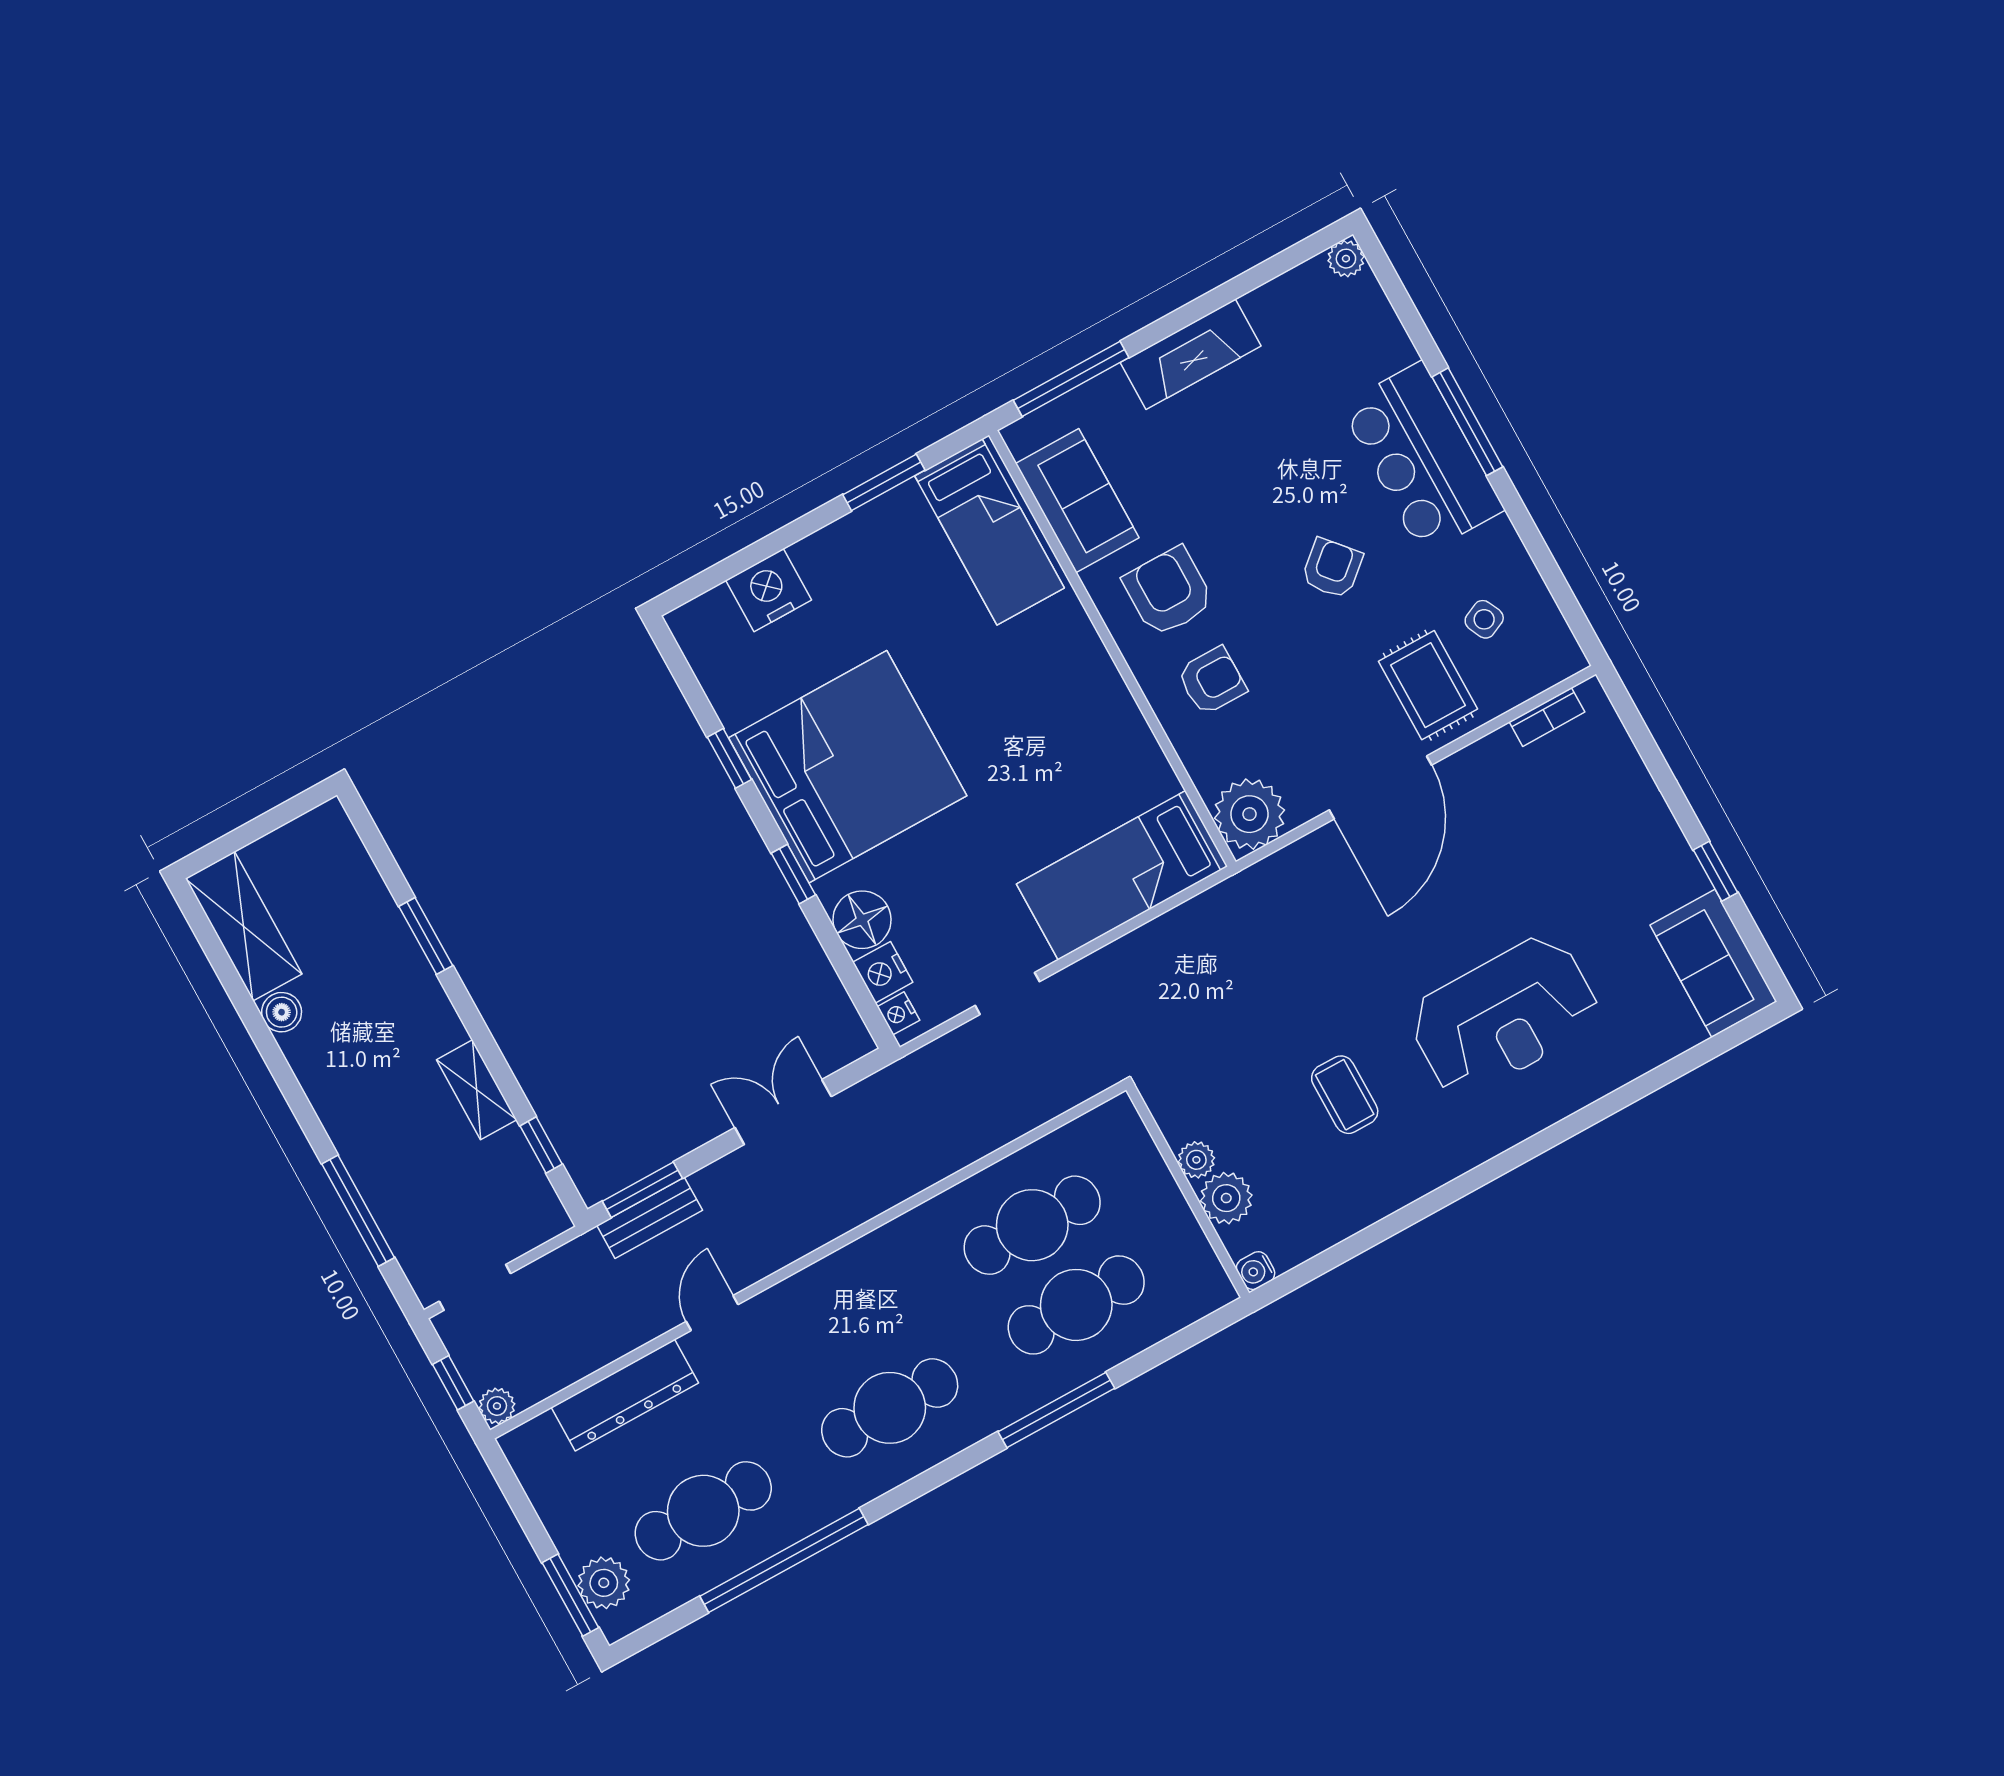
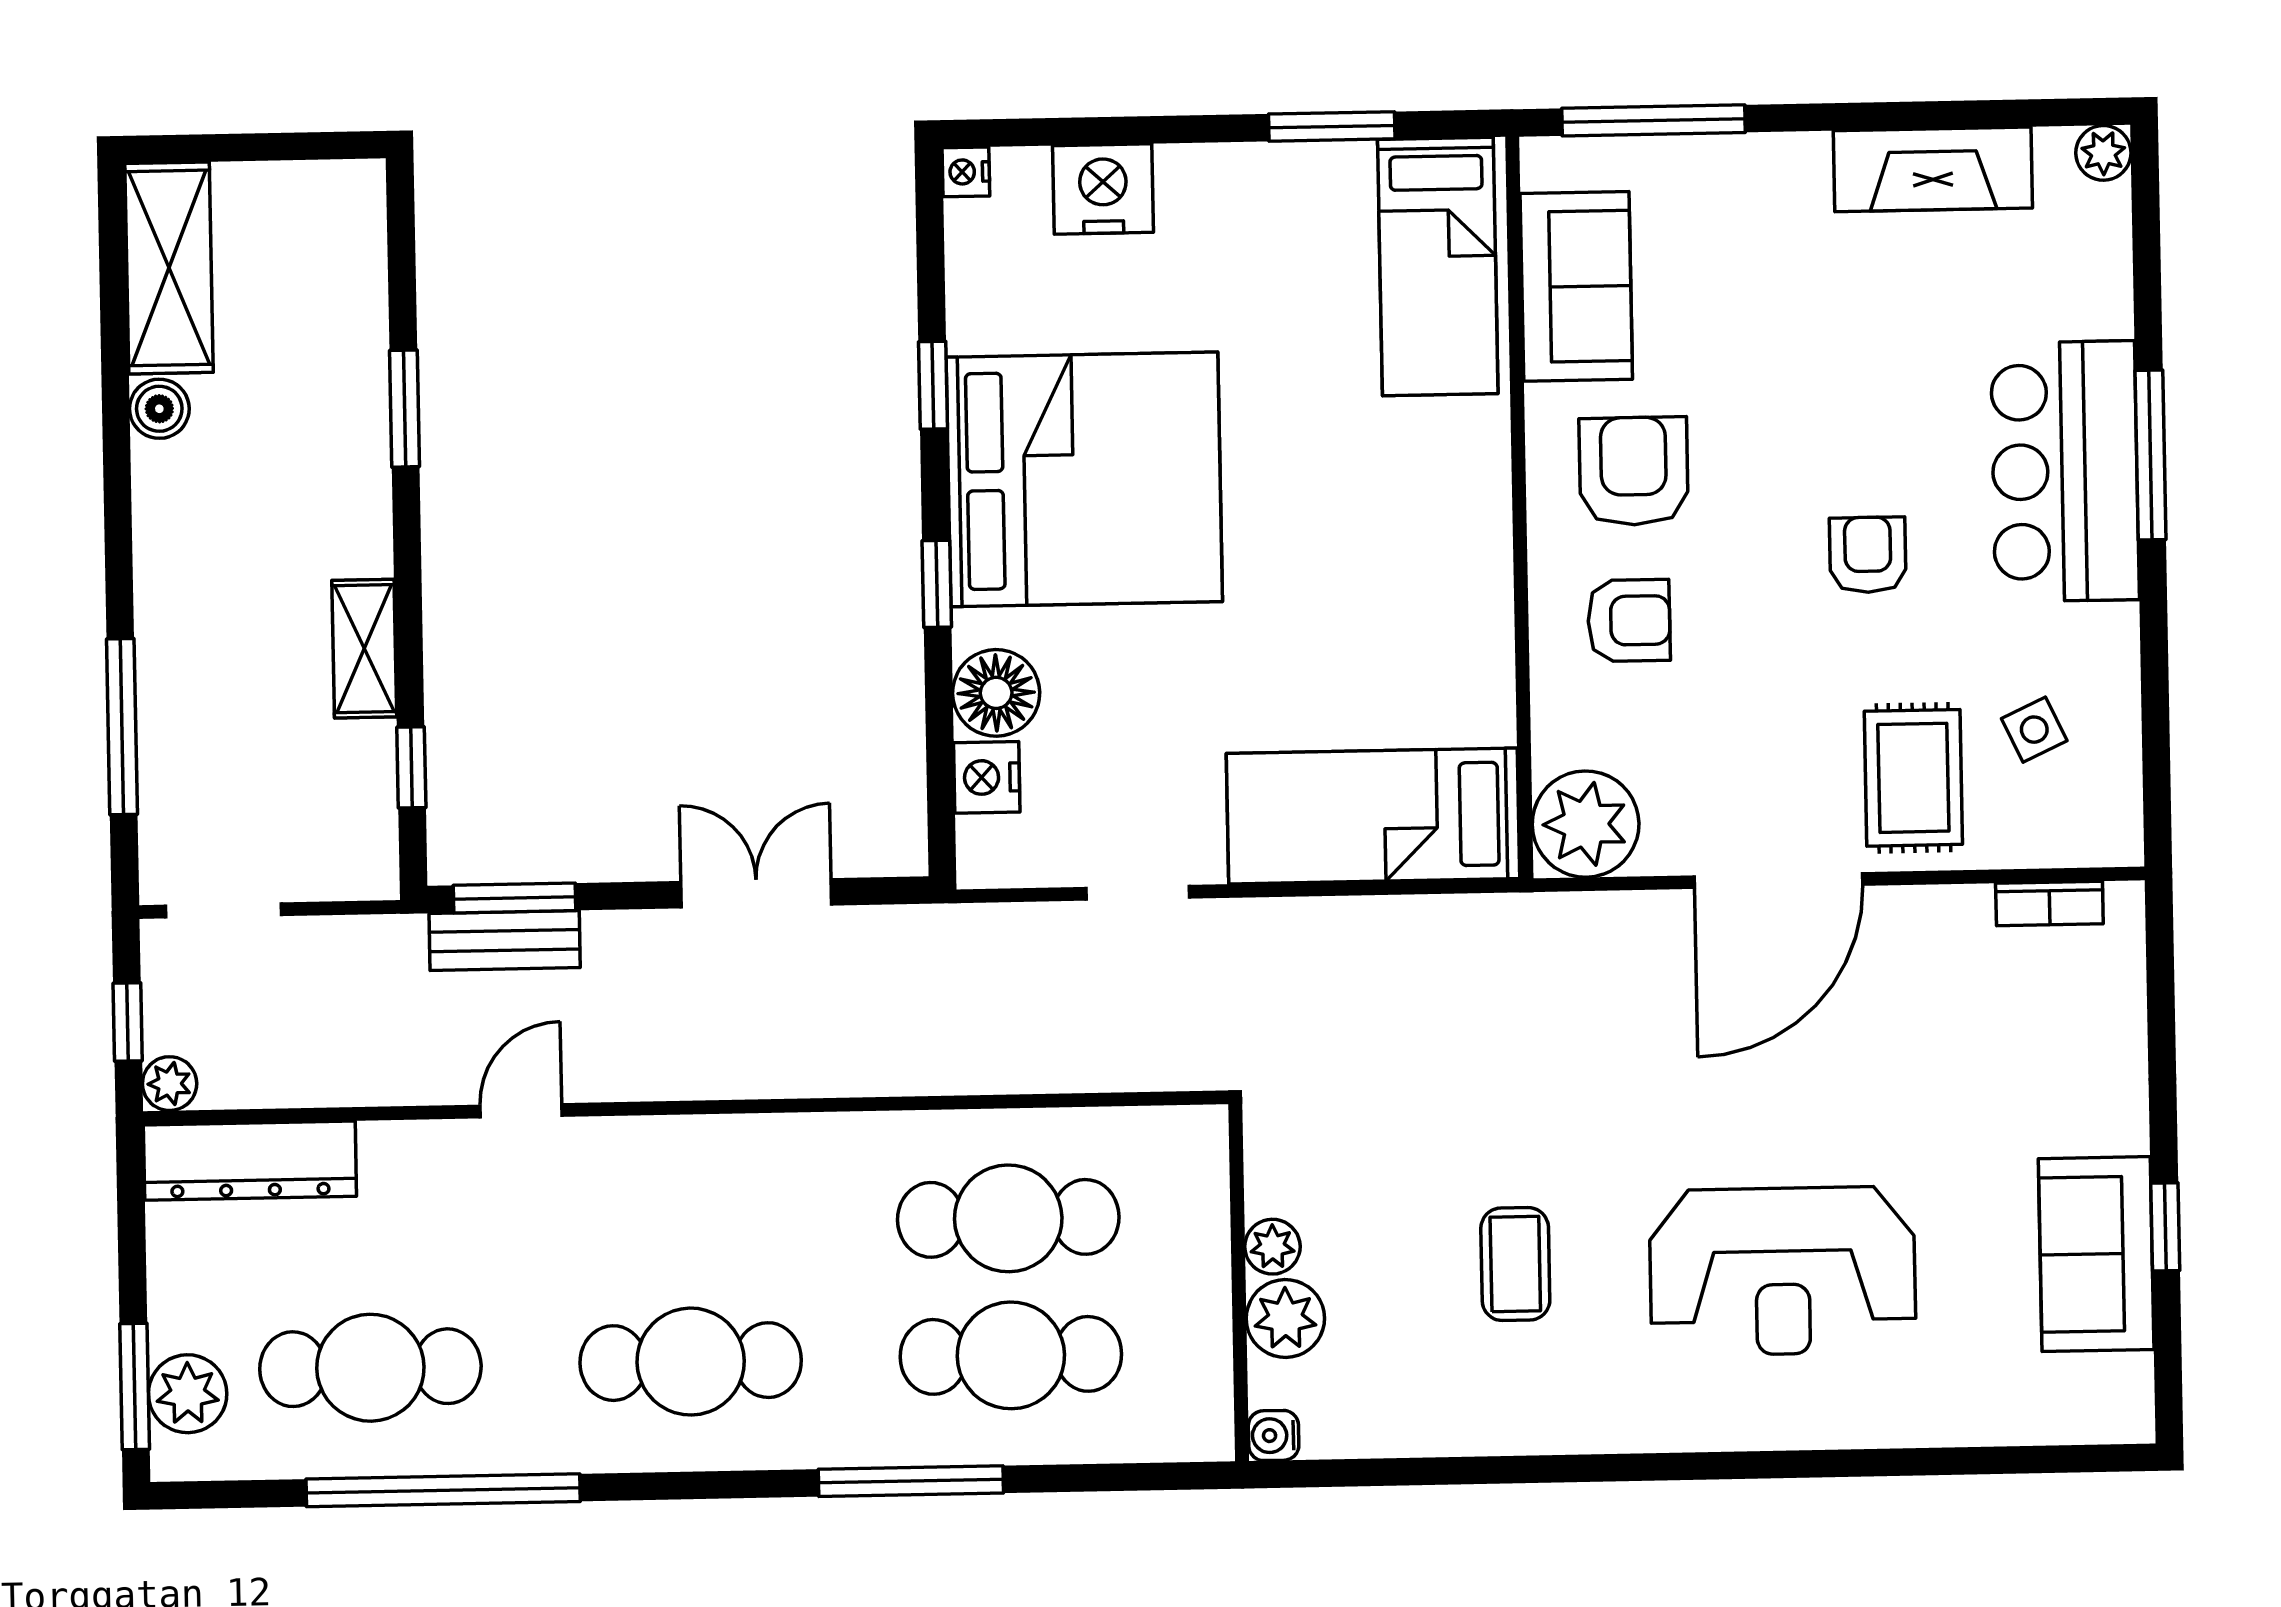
fireplace: (1191, 354) -> (1933, 169), moved
armchair: (1332, 568) -> (1868, 555), turned -49
sofa: (1713, 963) -> (2096, 1254), moved
nightstand: (898, 1013) -> (966, 172), moved
dresser: (625, 1395) -> (250, 1161), moved

